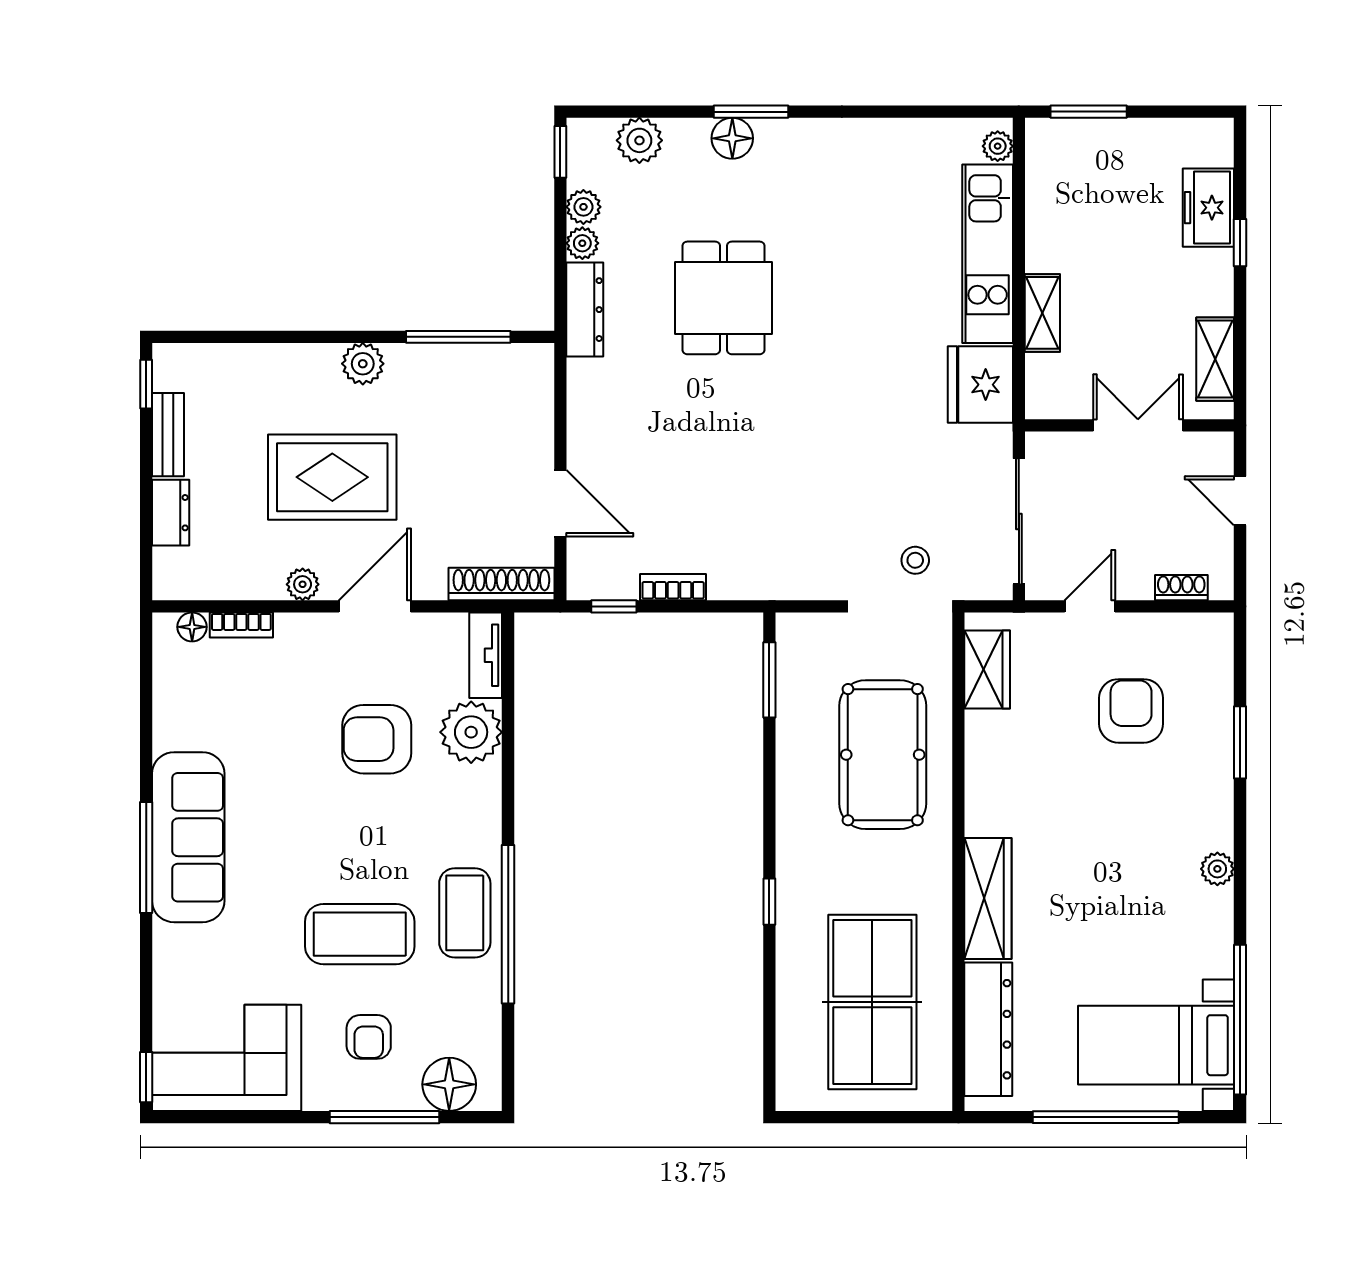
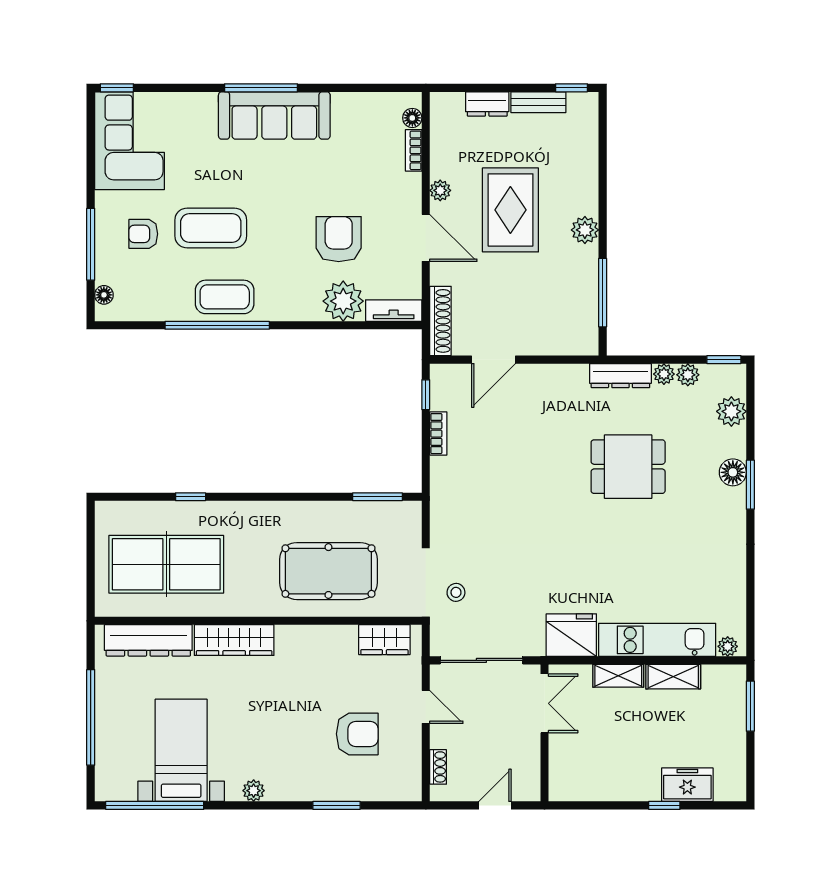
shelving: (1215, 359) -> (673, 677), moved
double door: (1138, 425) -> (545, 703), moved
window: (769, 902) -> (191, 497), moved
coffee table: (360, 934) -> (211, 228), turned 90
bed with nightstands: (1156, 1045) -> (181, 750), moved
floor lamp: (449, 1084) -> (104, 295), width x0.53, depth x0.53

